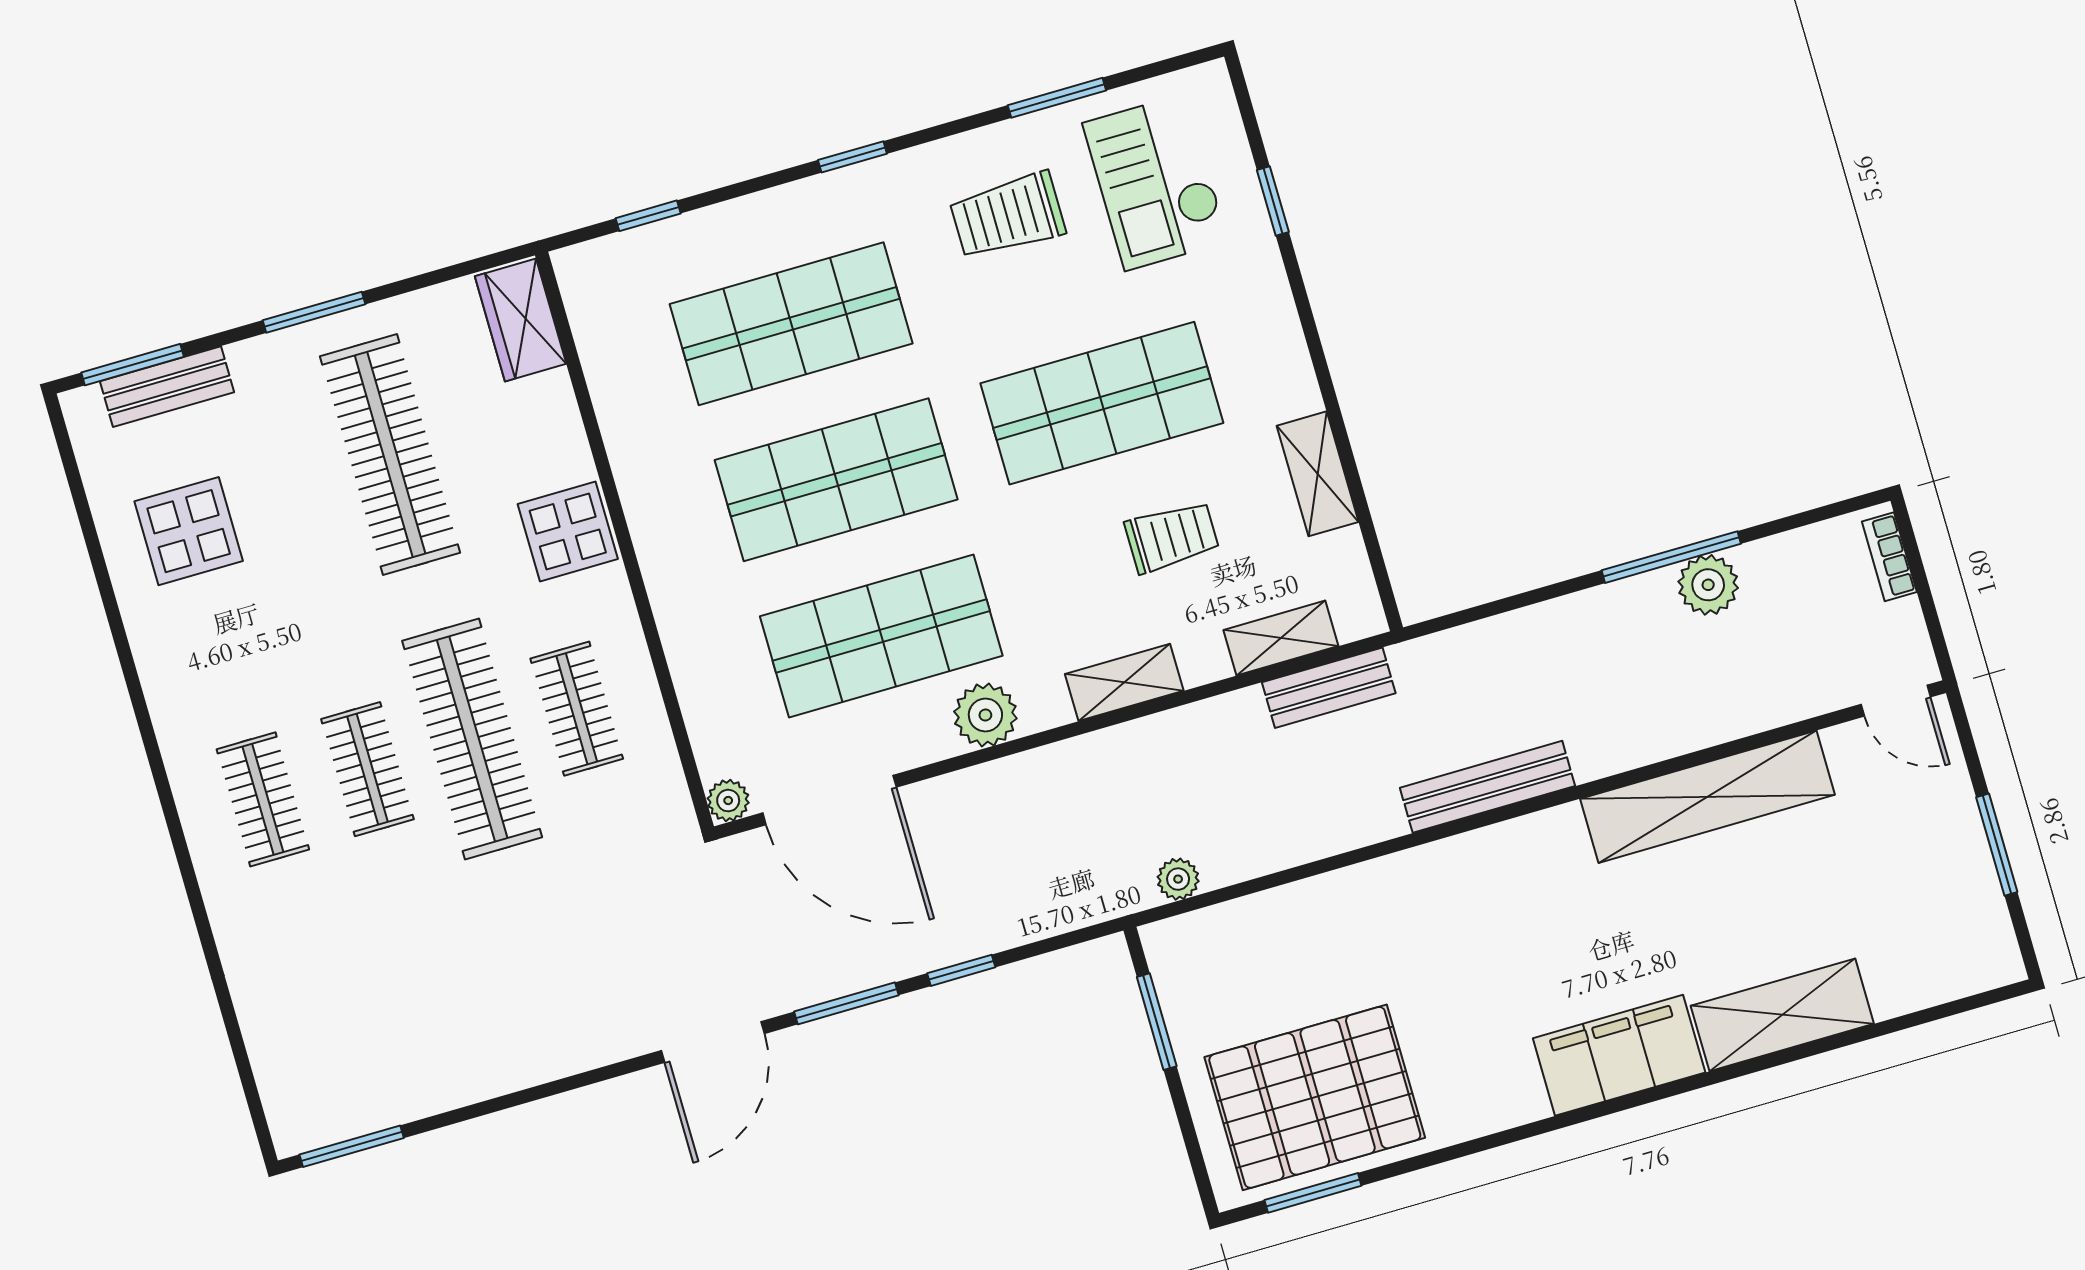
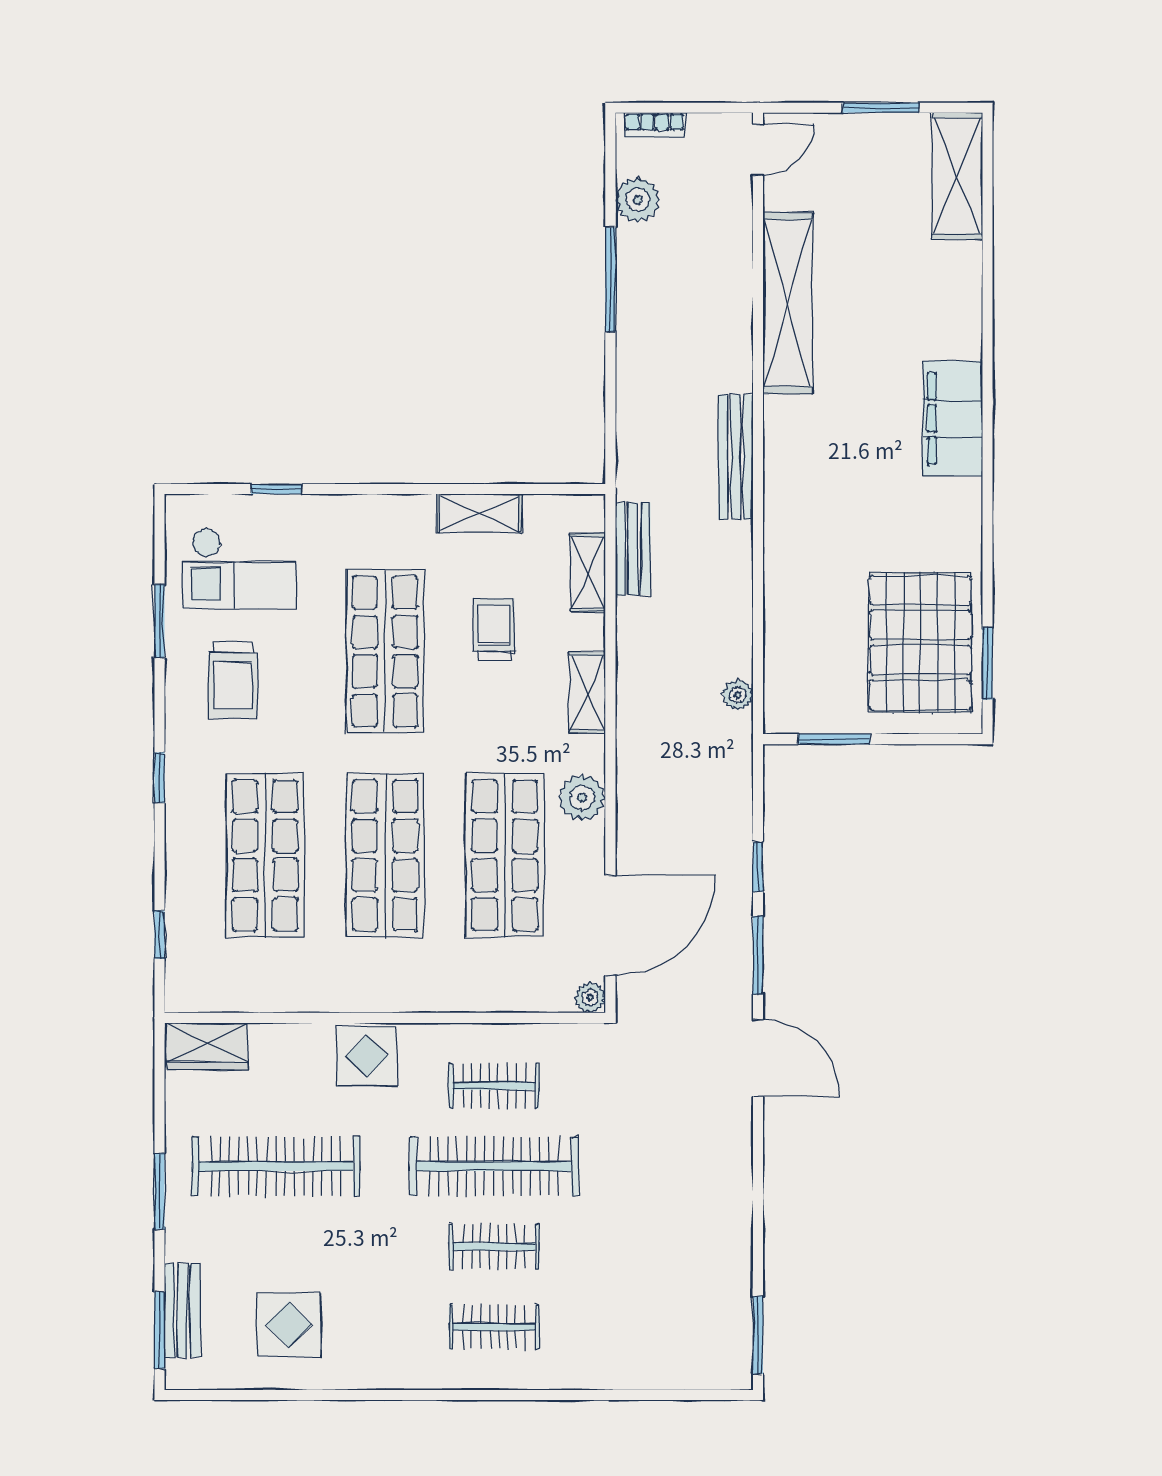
plant: (1708, 585) -> (638, 200), moved
shelving: (1782, 1015) -> (957, 176), moved

